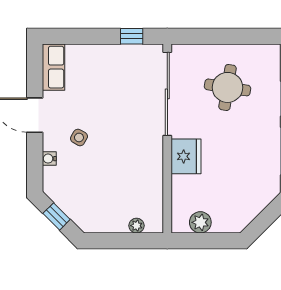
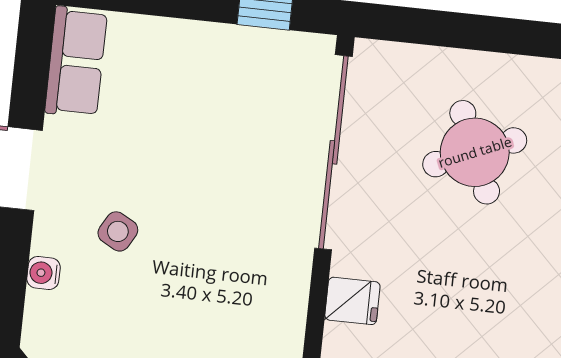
round table: (228, 87) -> (475, 152), turned -32
fridge: (186, 156) -> (352, 301), width x0.53, depth x0.75

